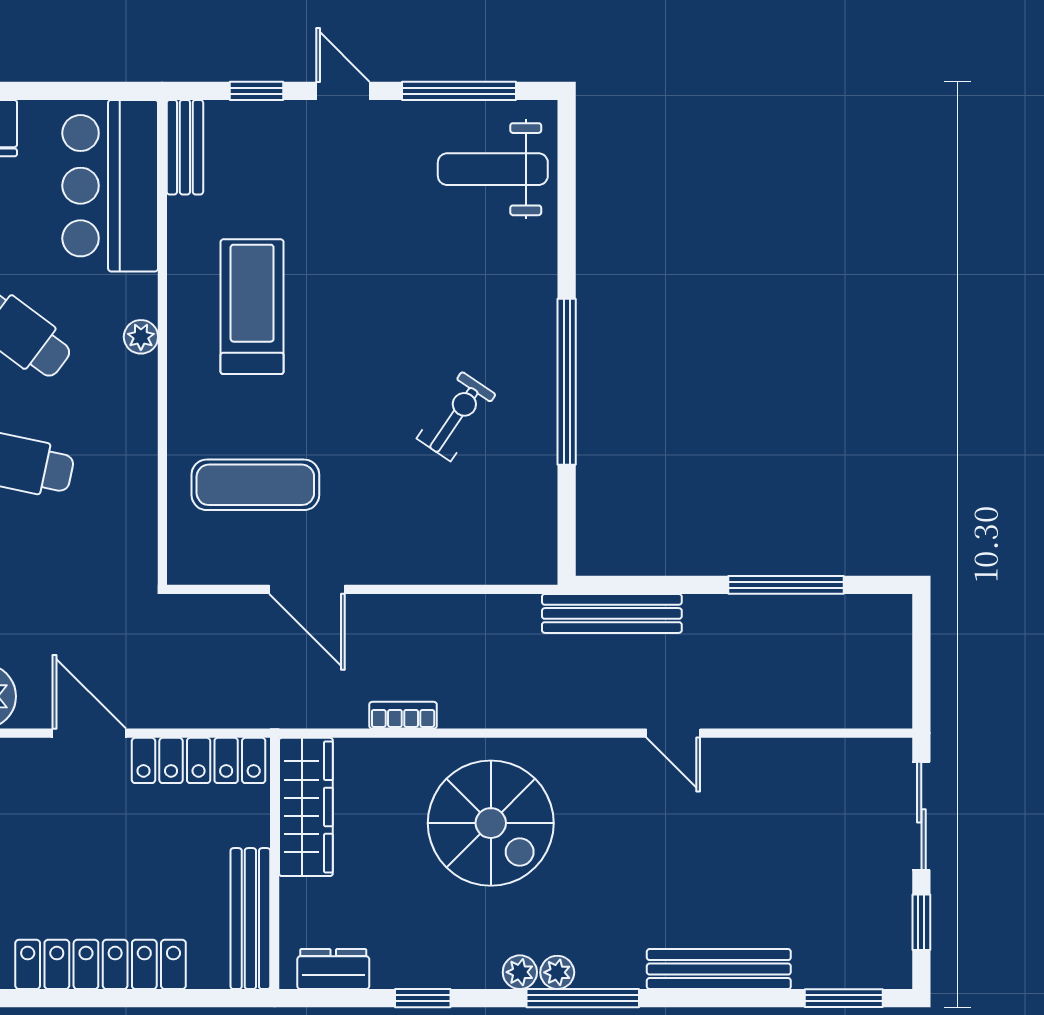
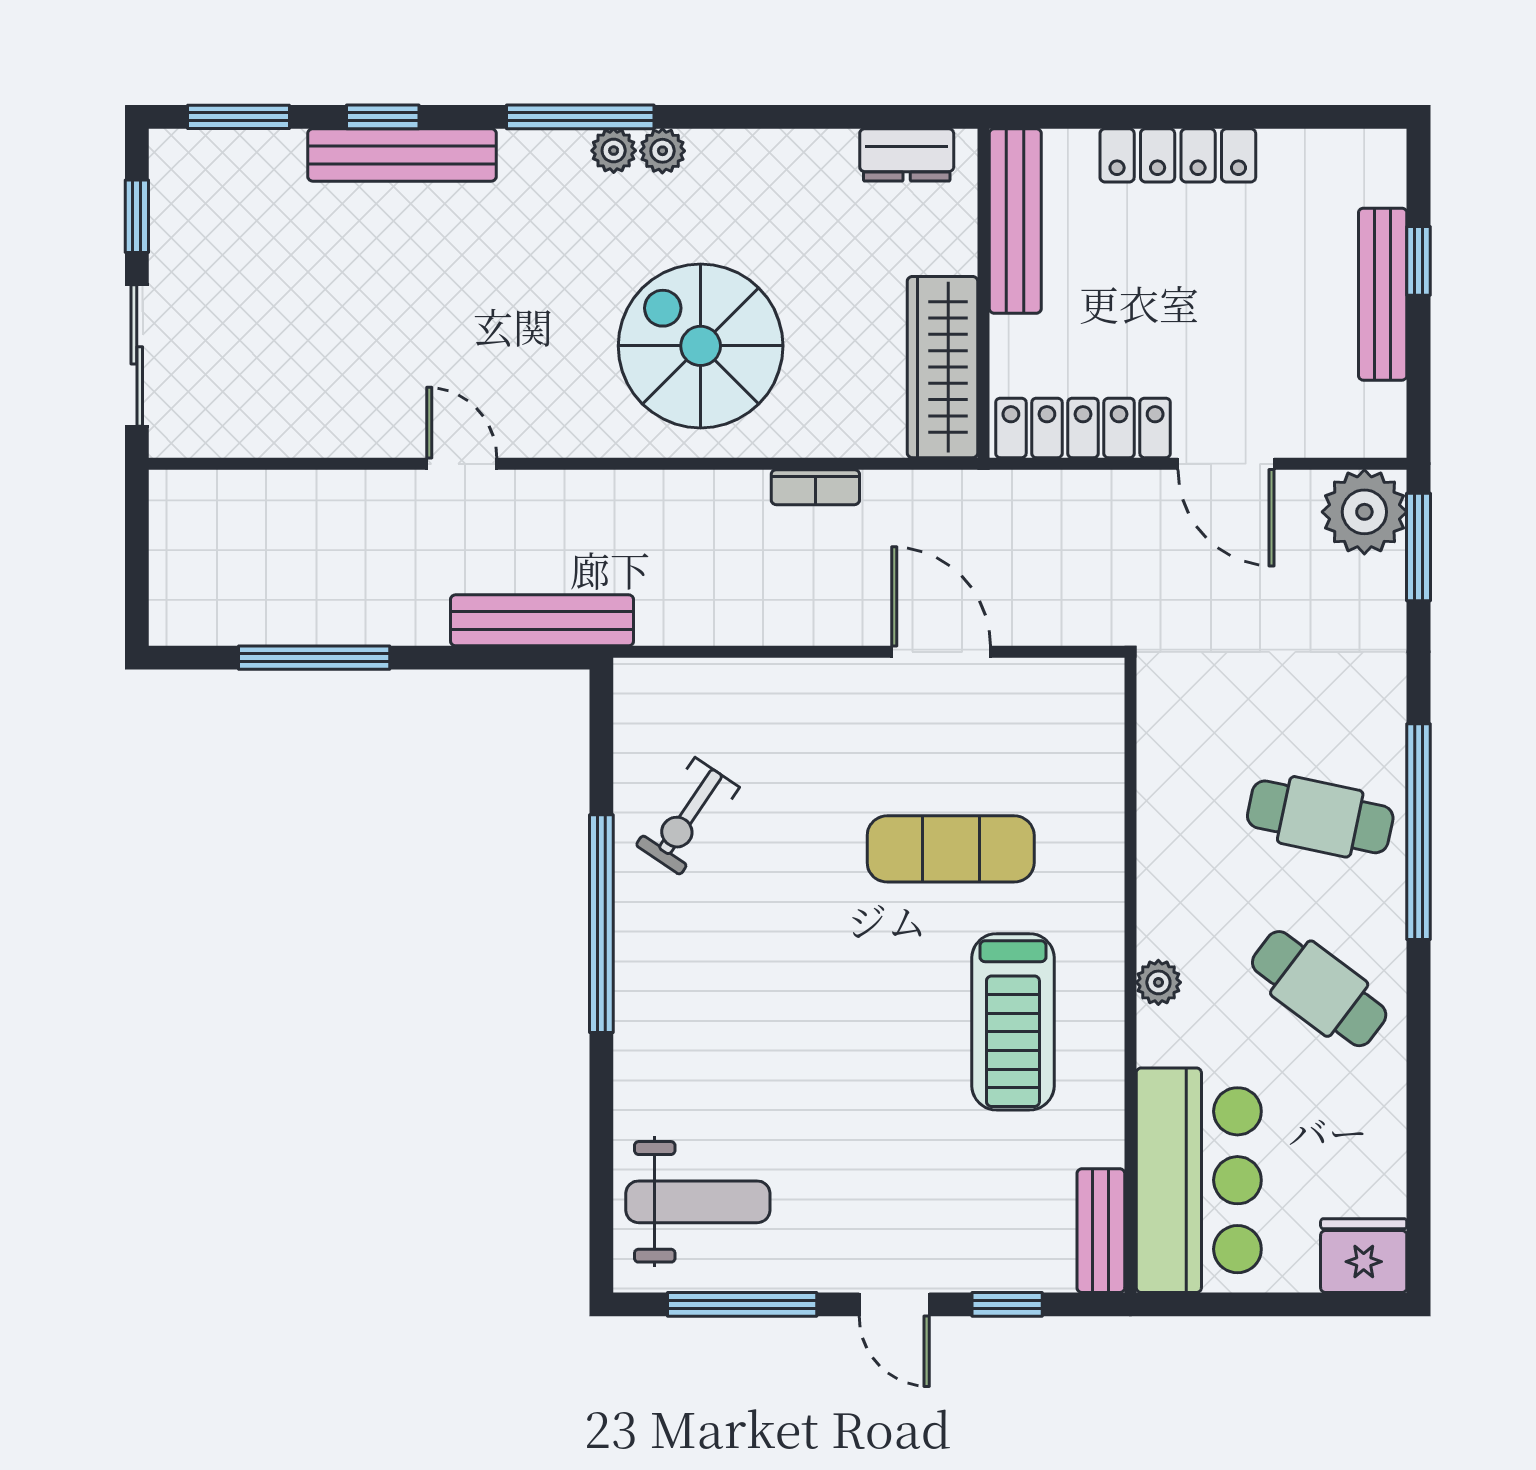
exercise bike: (456, 416) -> (688, 816), moved
exercise mat: (255, 485) -> (951, 849), moved
locker: (101, 964) -> (1178, 155), width x0.71, depth x0.83
window: (423, 998) -> (383, 117), moved

